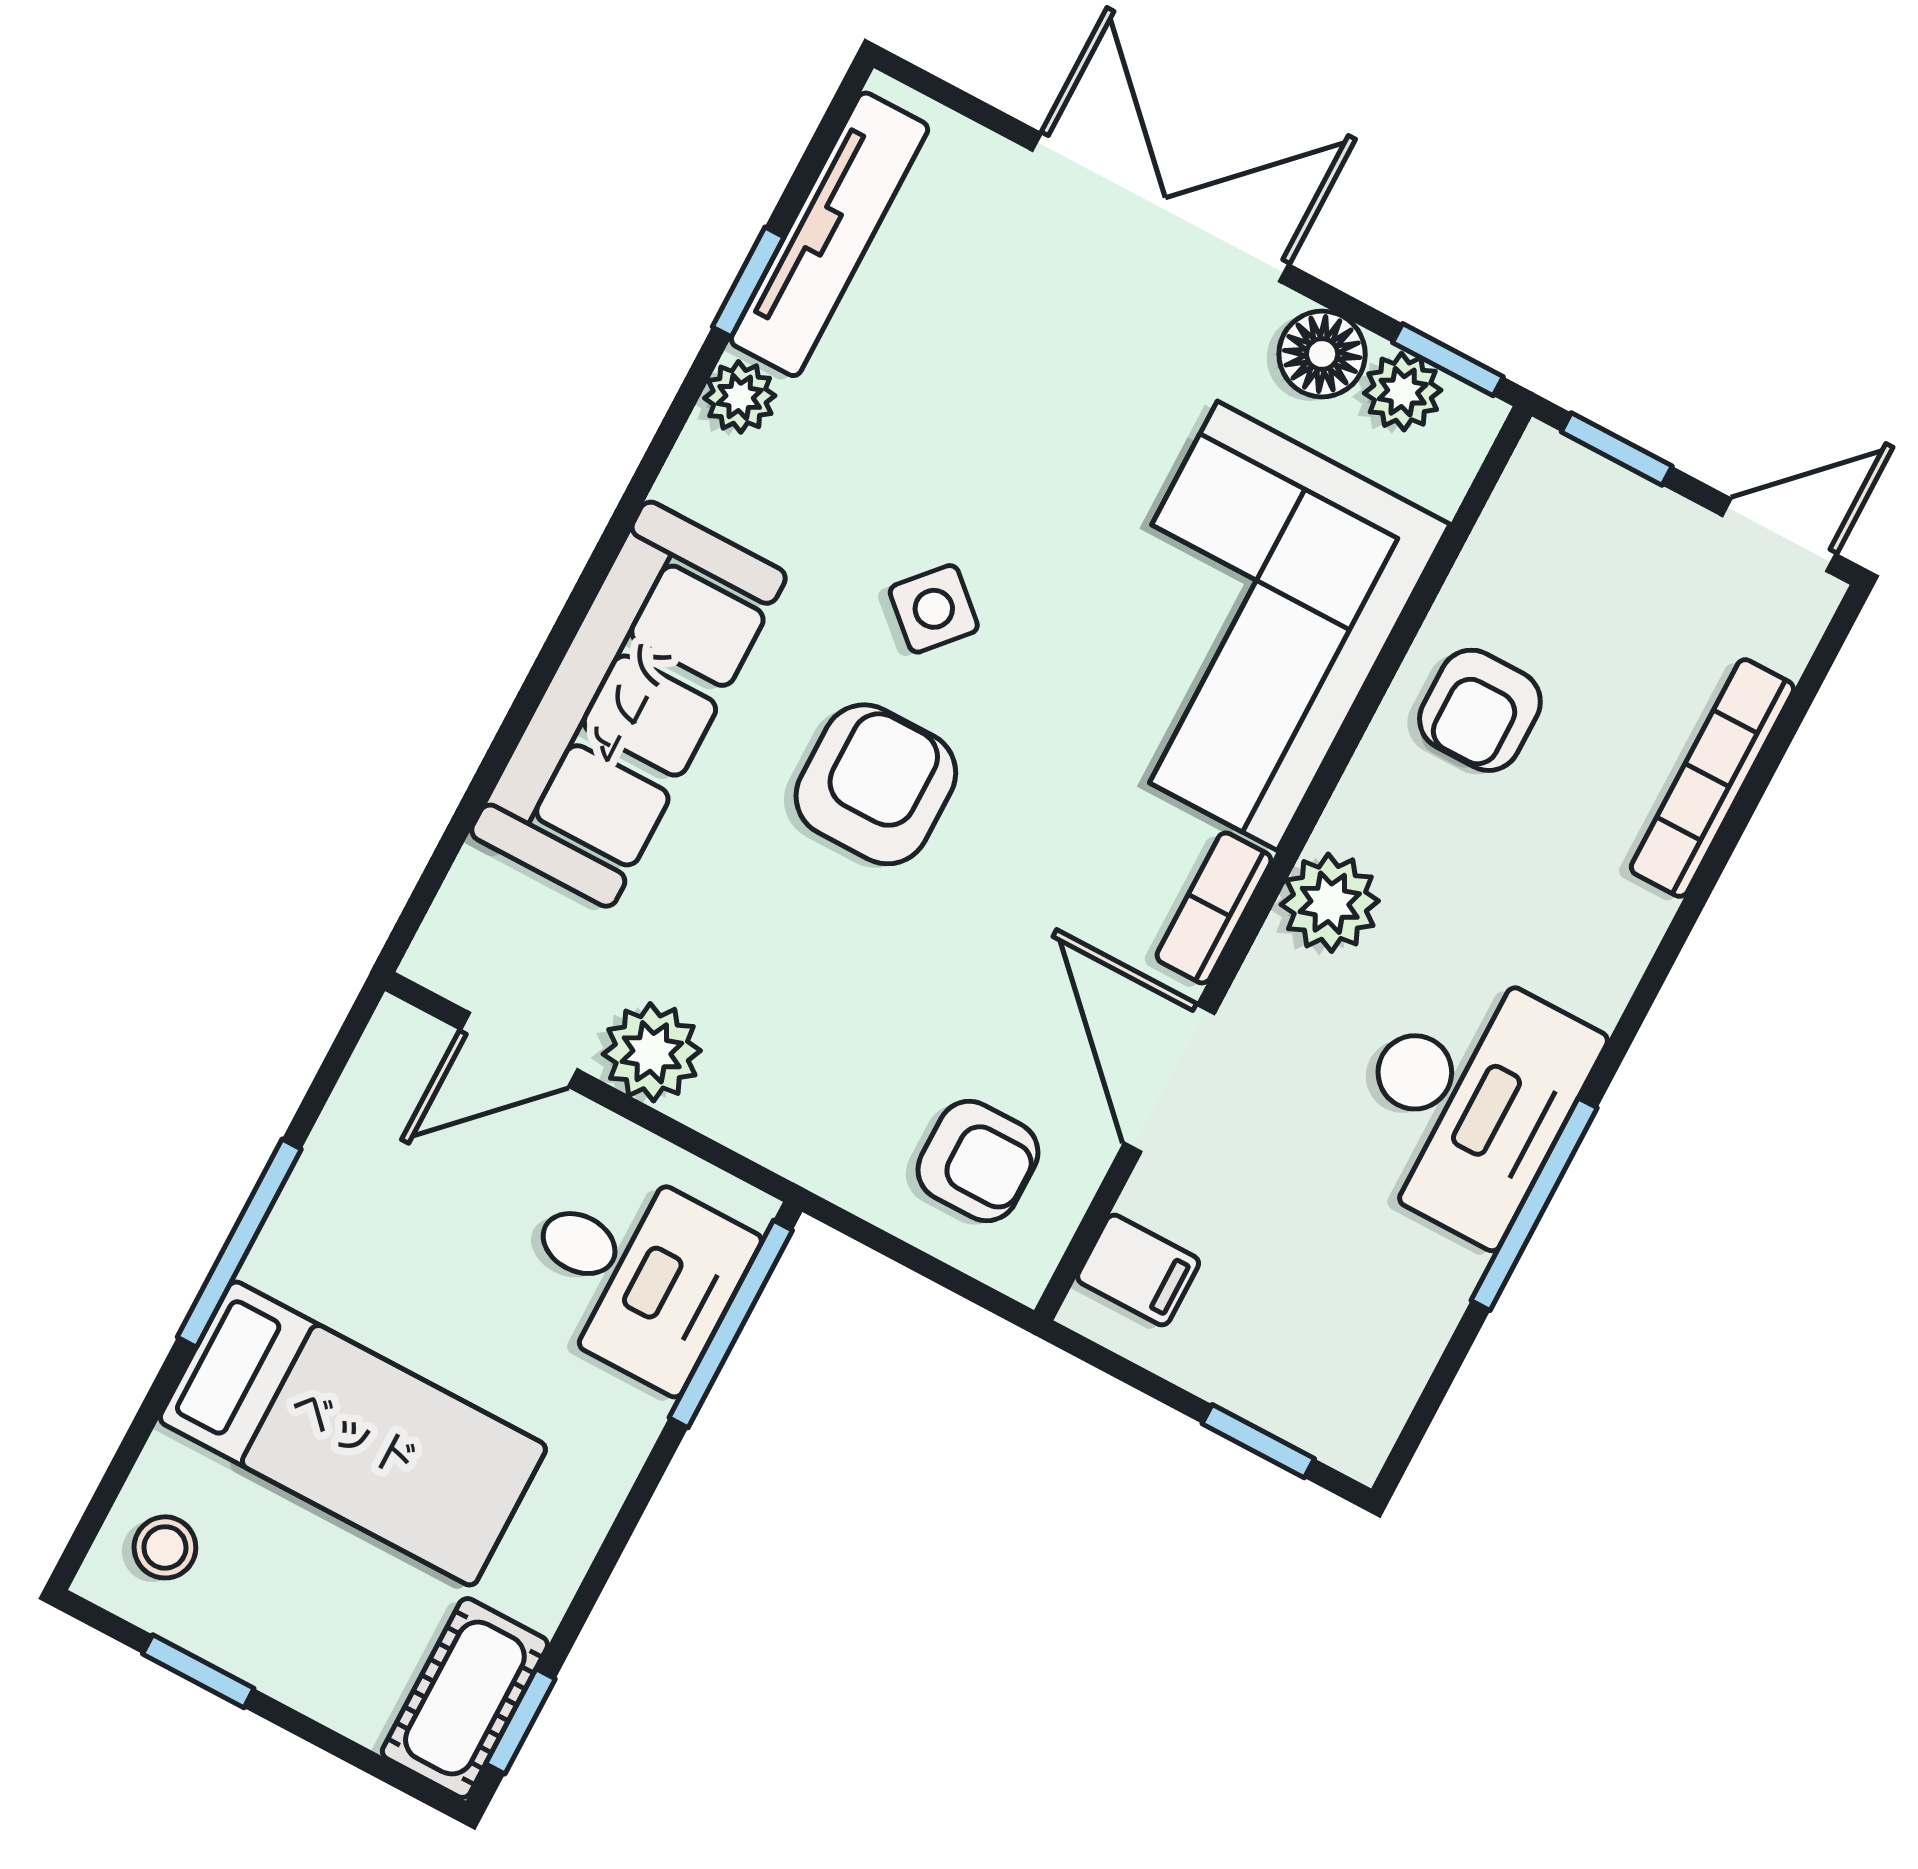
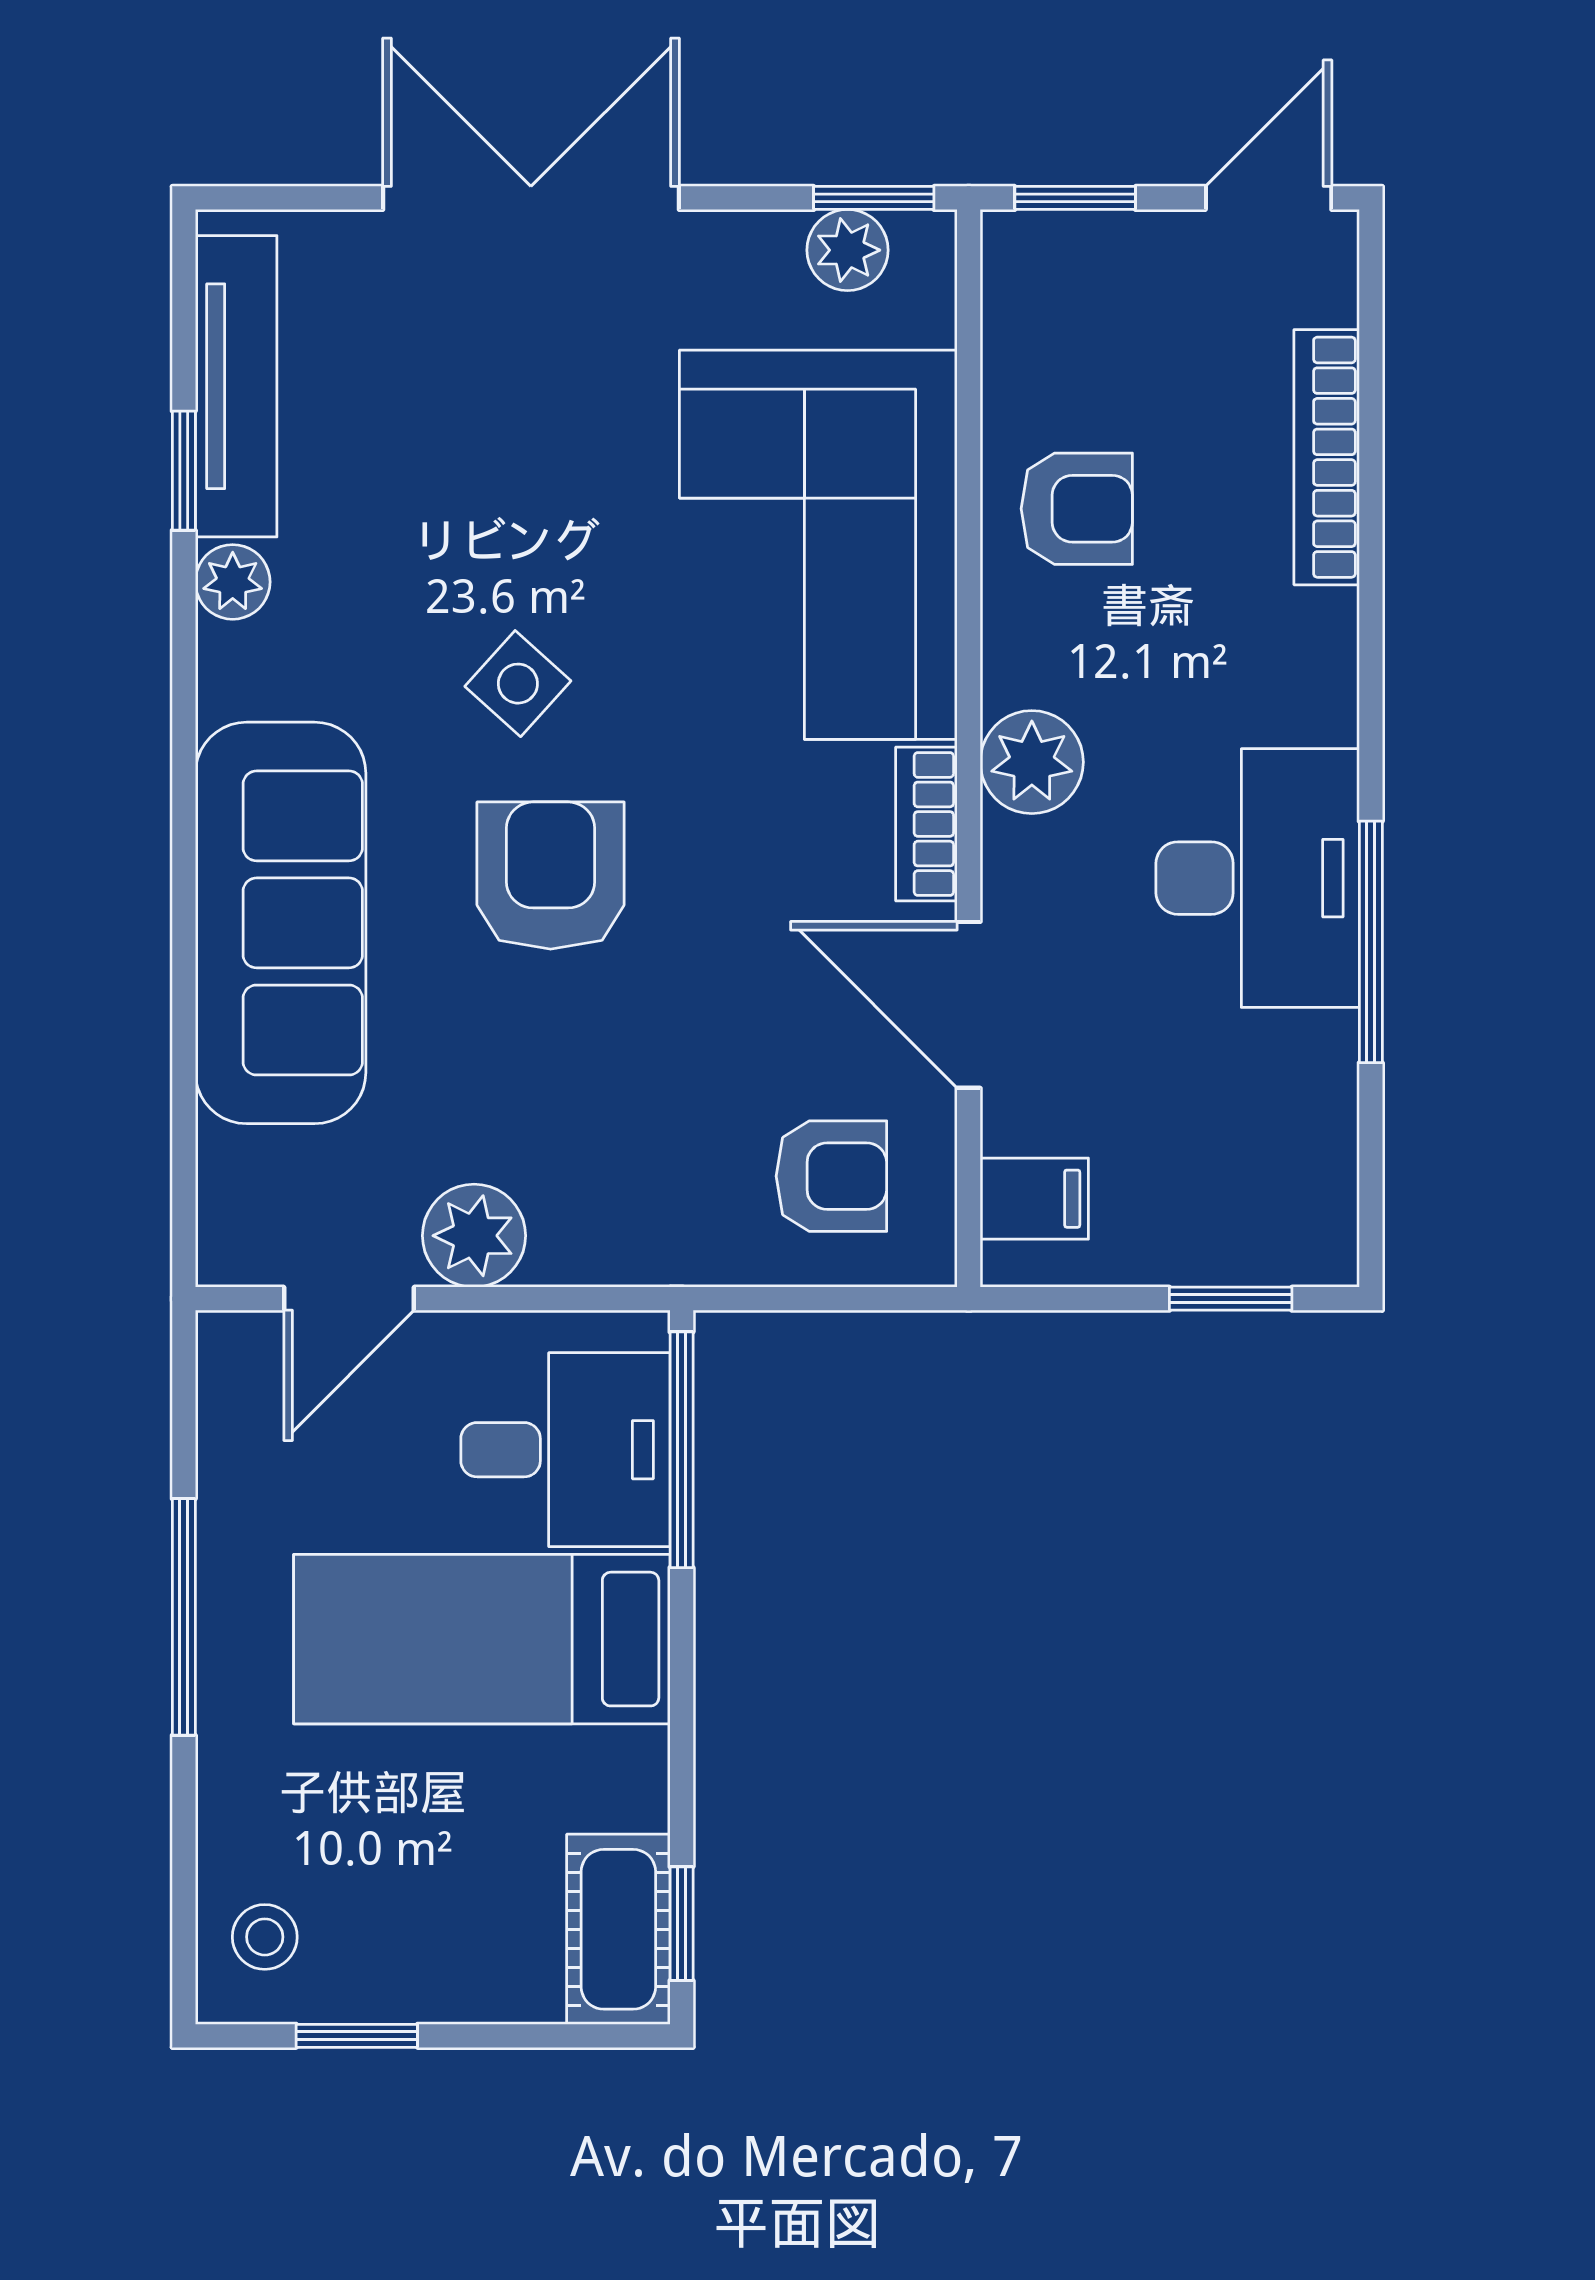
floor lamp: (1322, 354) -> (754, 255), removed
armchair: (1480, 710) -> (1077, 509), turned -90
bed: (353, 1433) -> (482, 1639), moved, turned 180

